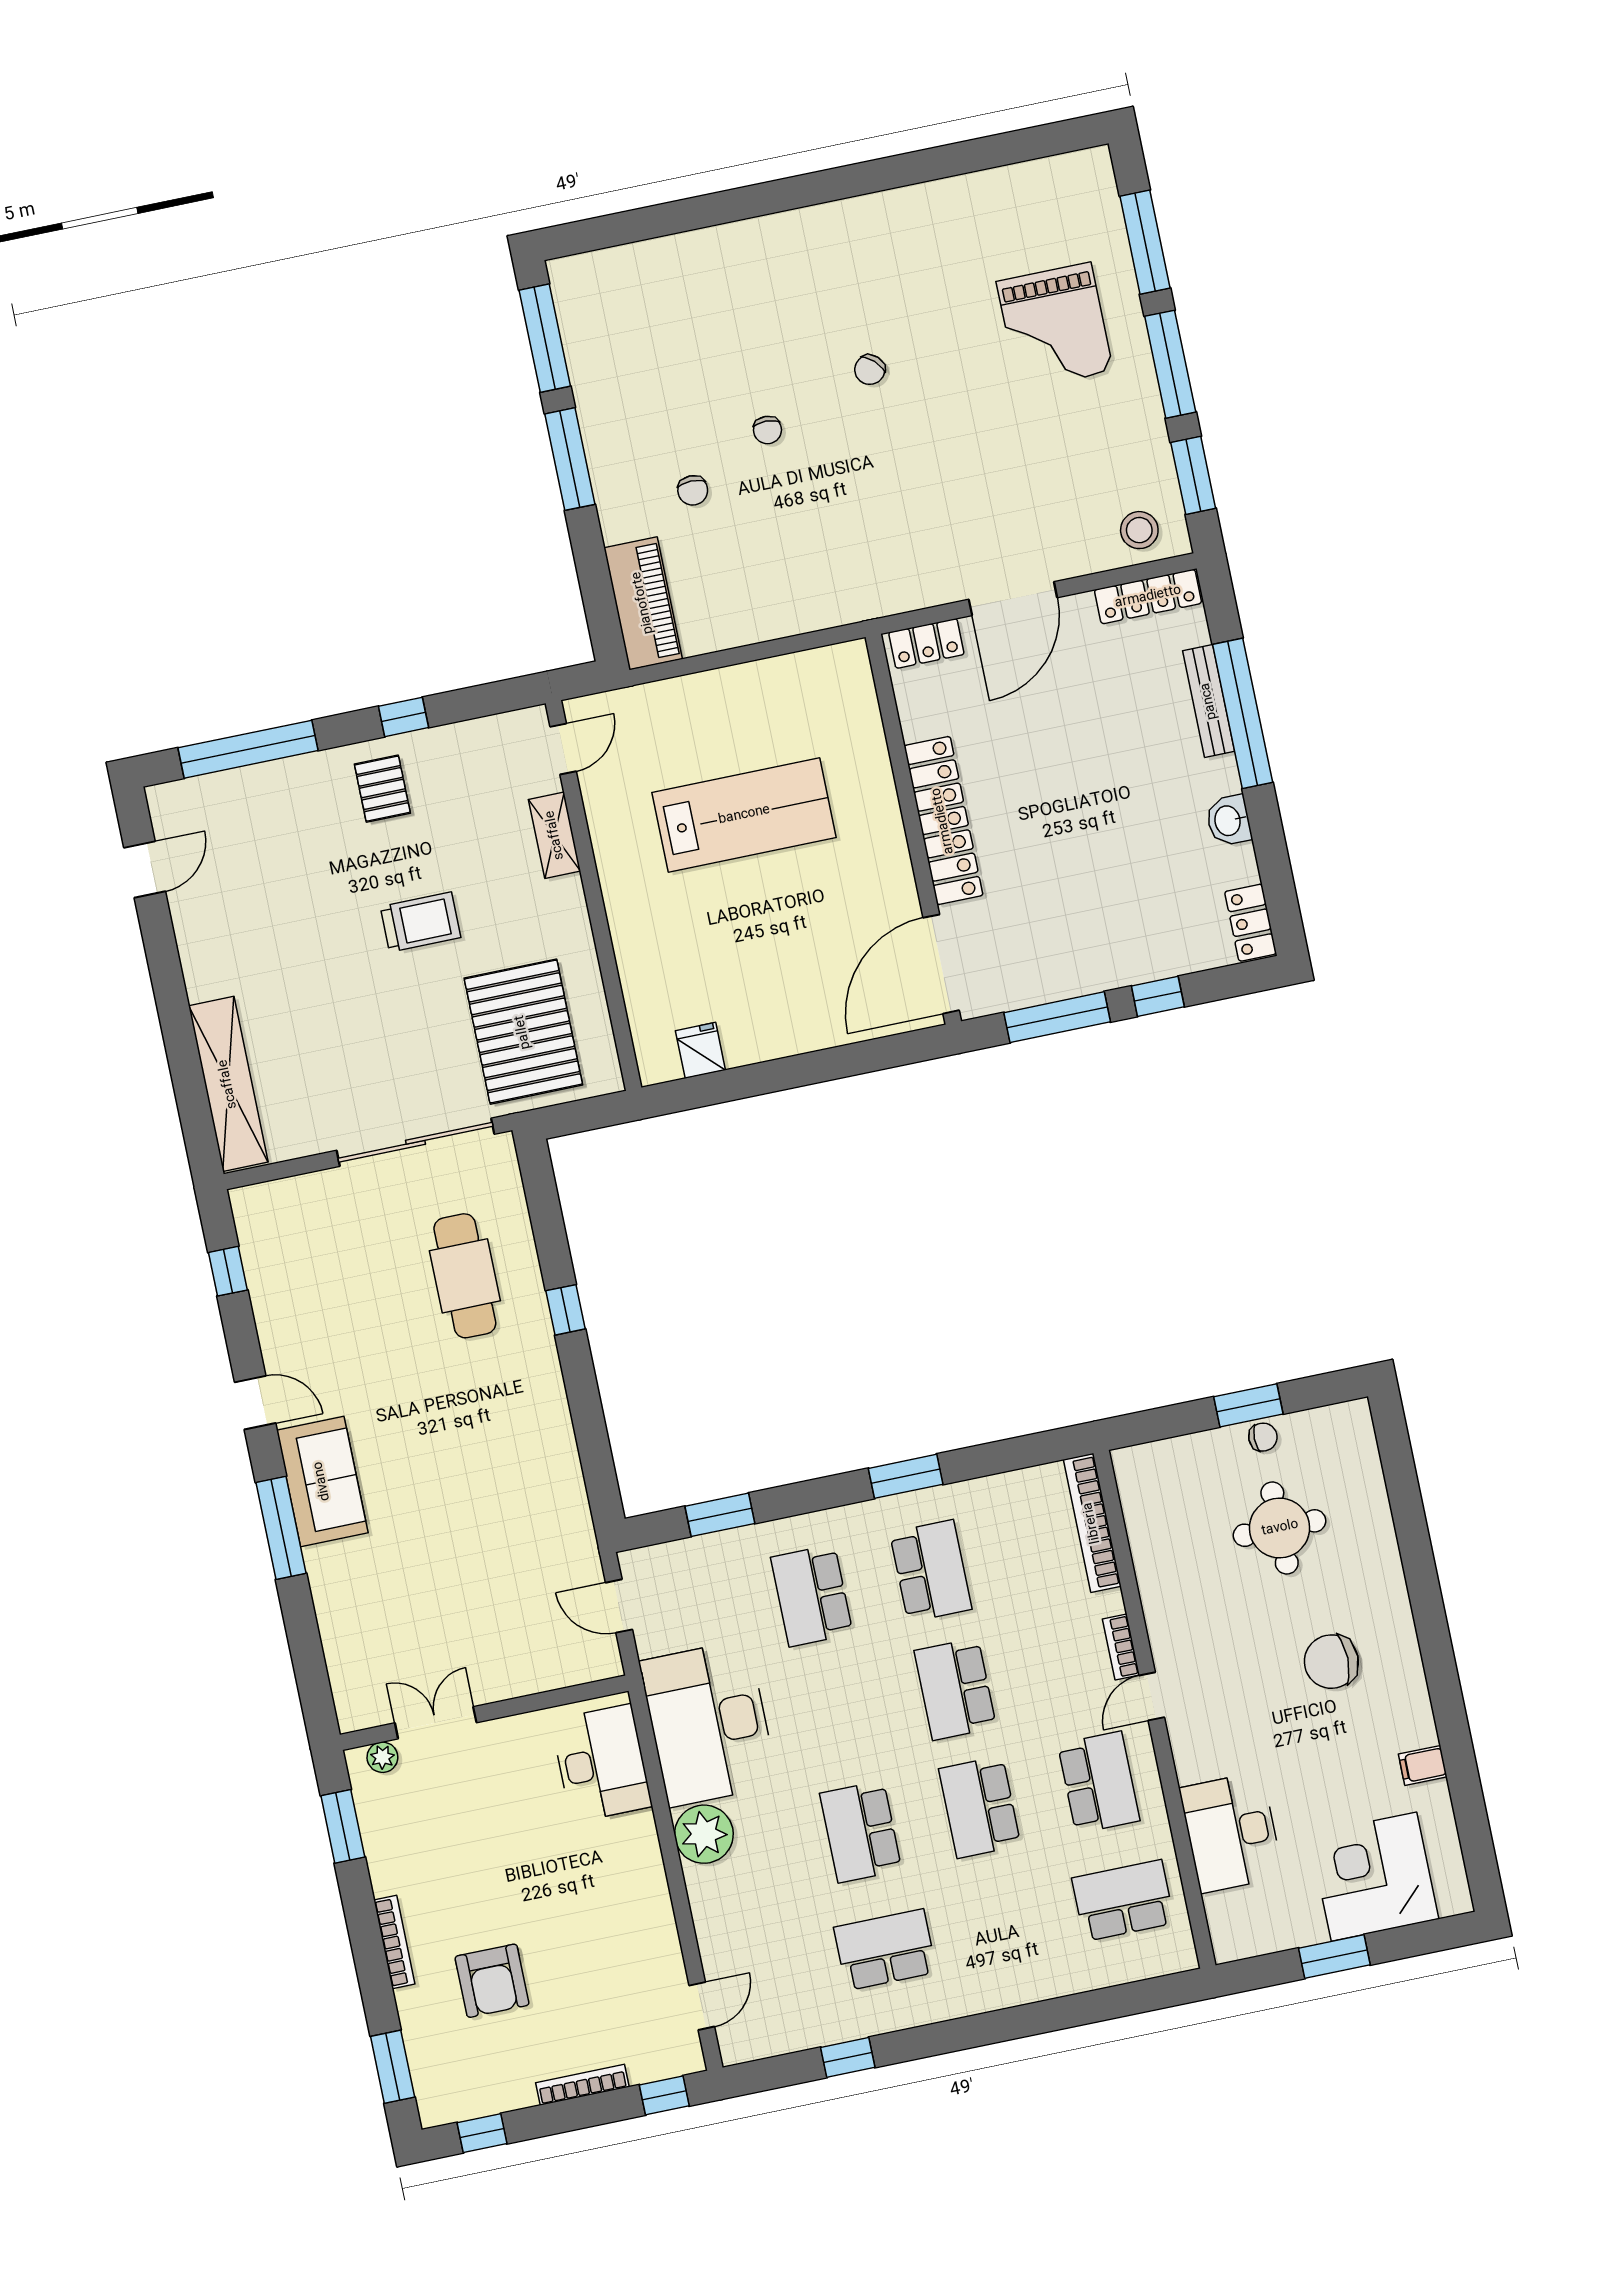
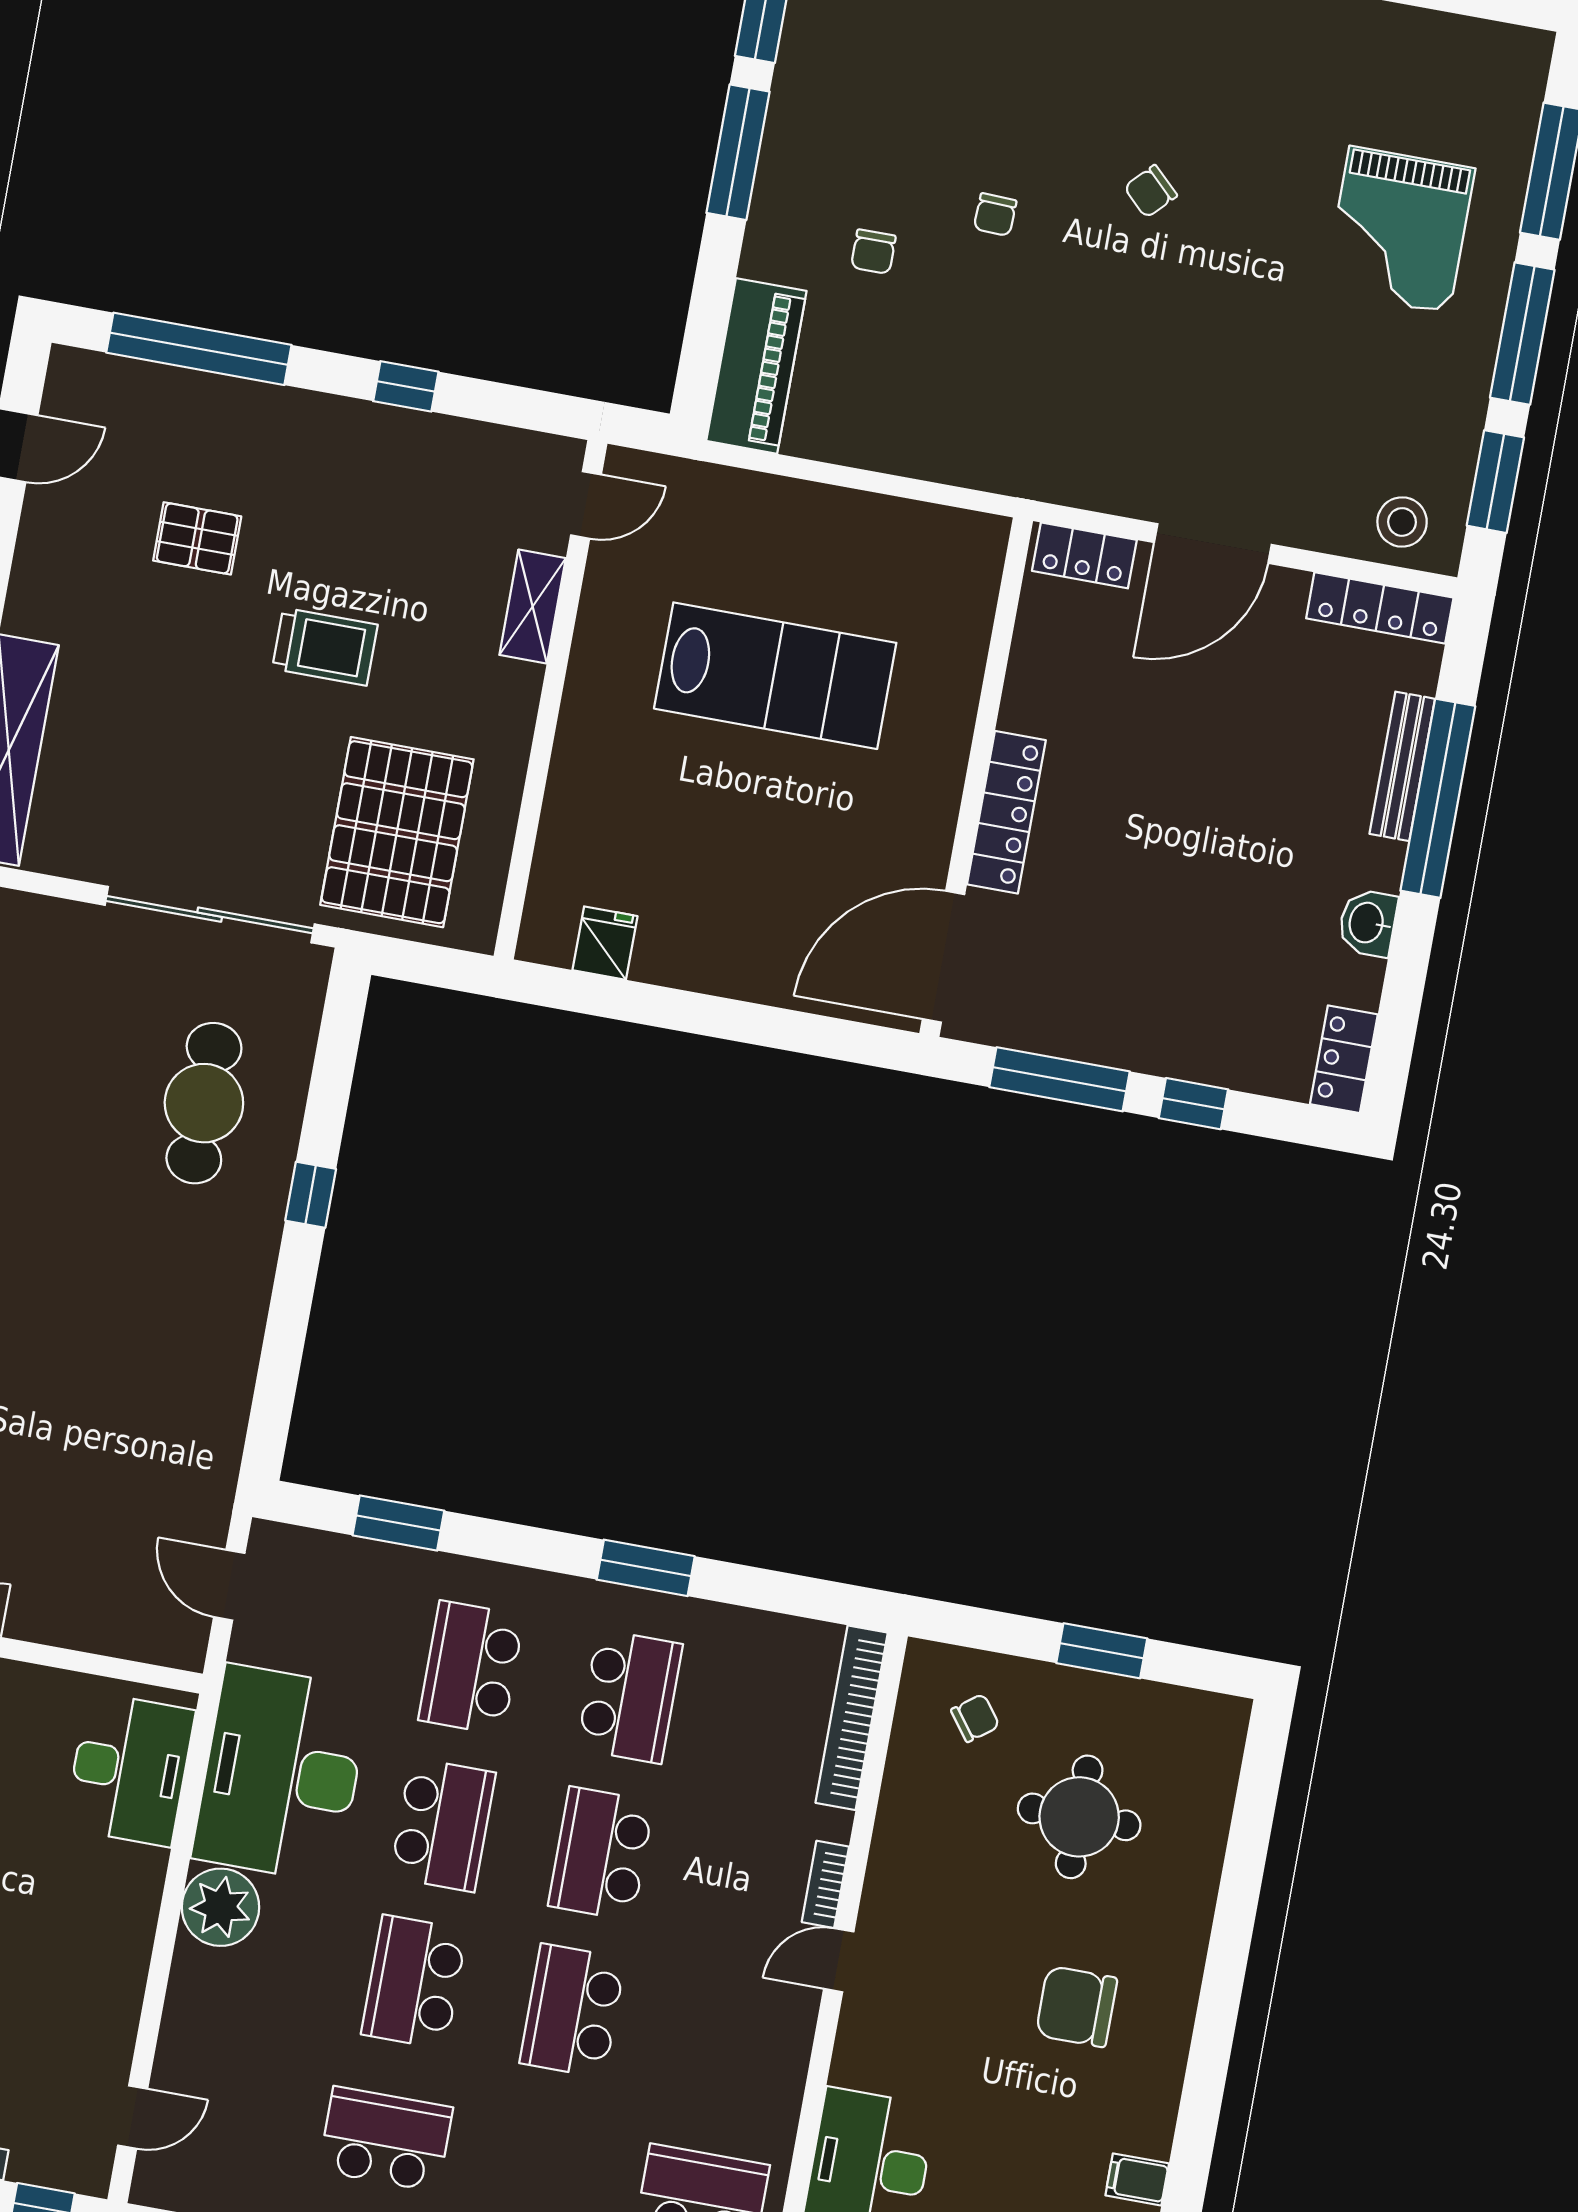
pallet: (382, 789) -> (197, 538), moved, turned 90
locker: (943, 821) -> (1006, 812), width x0.71, depth x0.83
chair: (1263, 1437) -> (975, 1718), moved, turned -37
school desk: (1099, 1782) -> (443, 1825), moved

